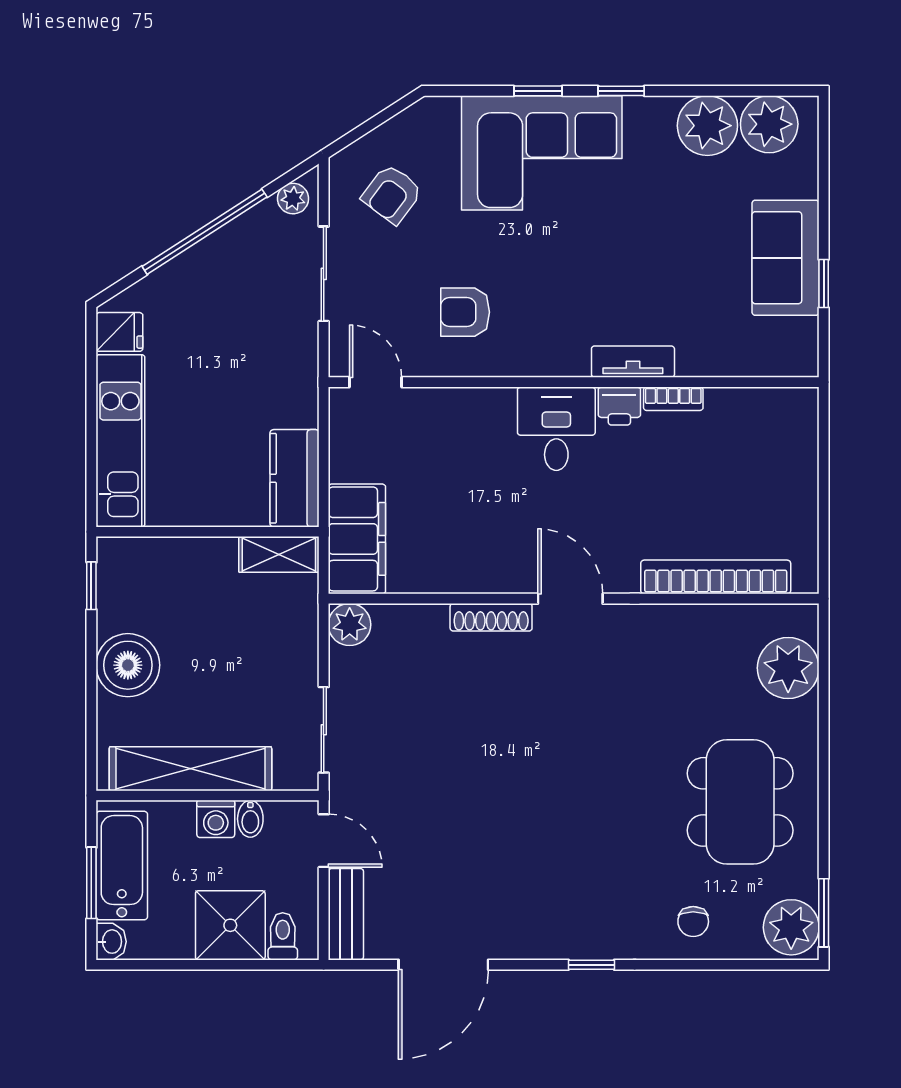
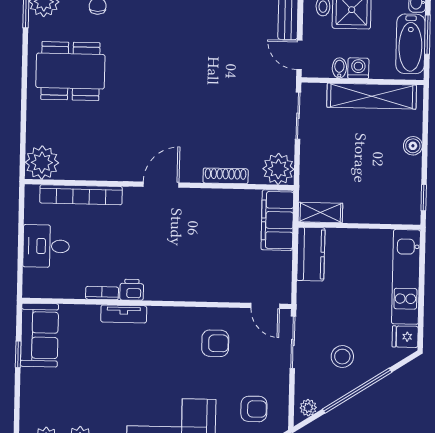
armchair: (392, 194) -> (254, 409), turned 53
sofa: (786, 258) -> (39, 335), moved
sliding door: (324, 274) -> (293, 342), moved
stool: (233, 293) -> (342, 357), added
desk: (556, 429) -> (46, 246), moved, turned 90
door: (570, 599) -> (161, 185), swing flipped
shoe rack: (491, 617) -> (226, 176), moved
plant: (350, 625) -> (278, 169), width x1.36, depth x1.36
boiler: (128, 665) -> (413, 146), width x0.54, depth x0.54
plant: (788, 668) -> (42, 163), moved
dining table: (740, 802) -> (70, 71), turned 90

